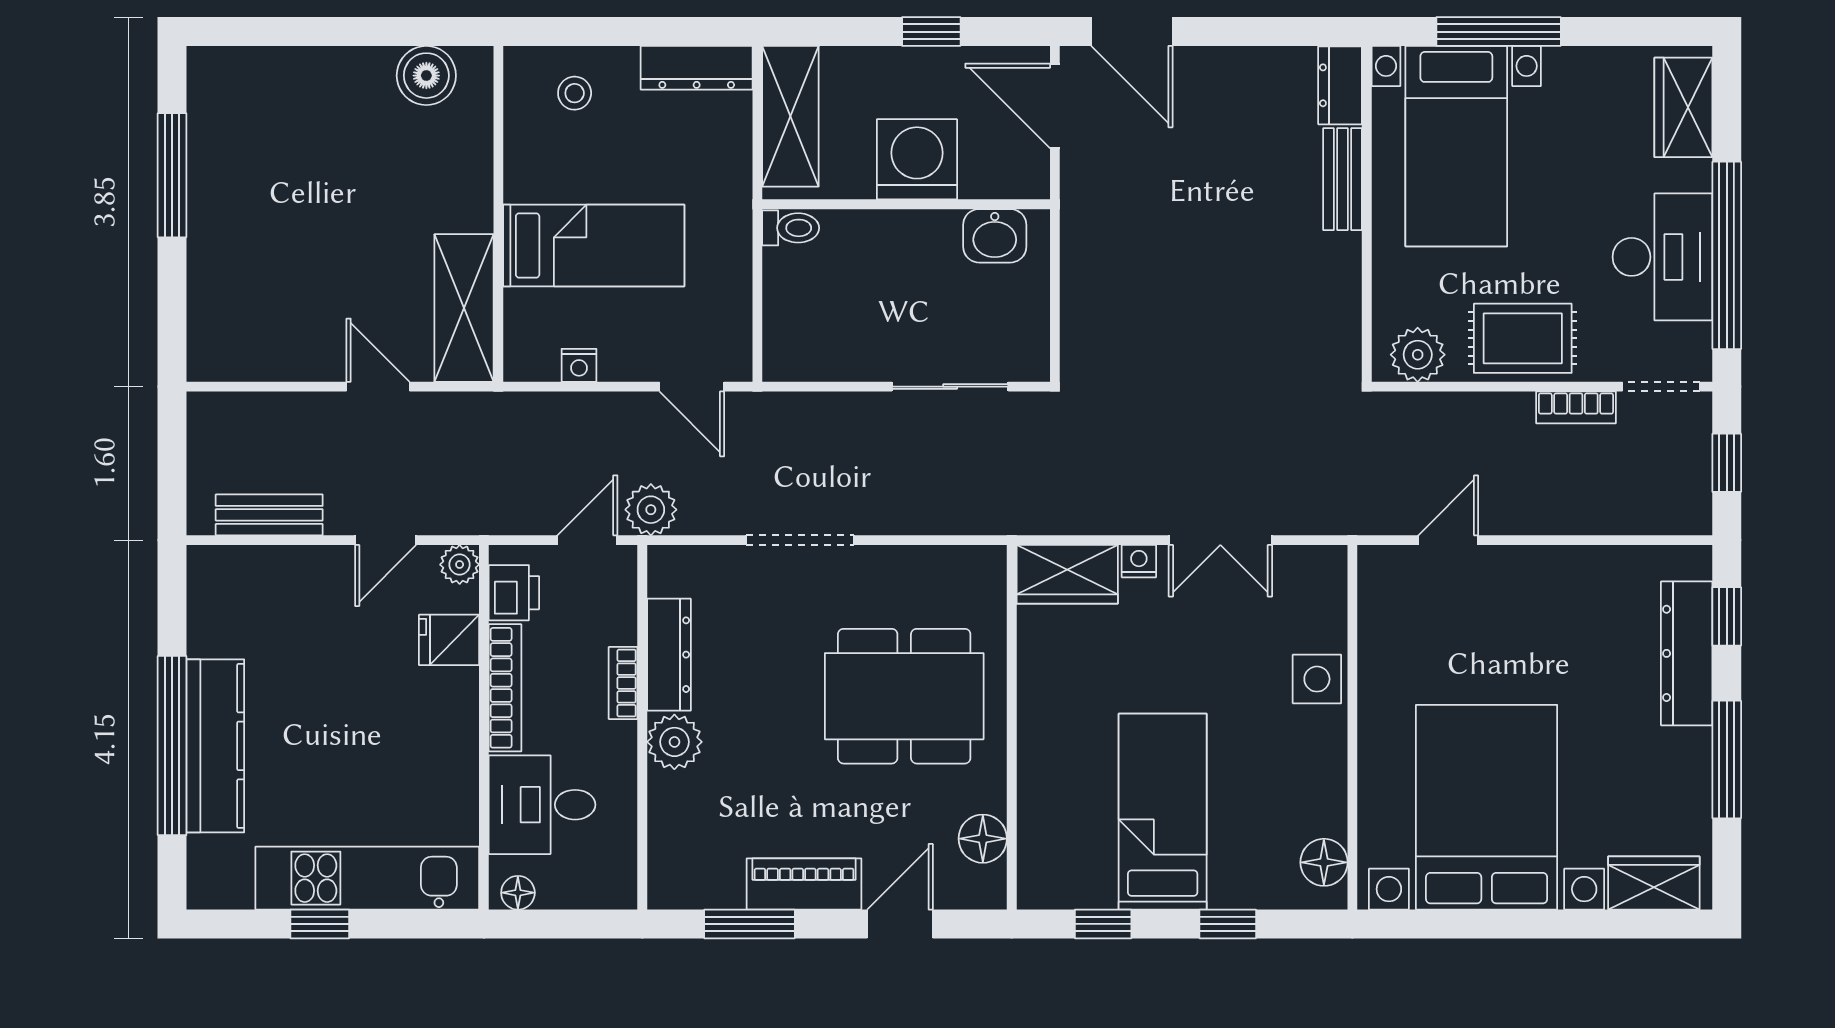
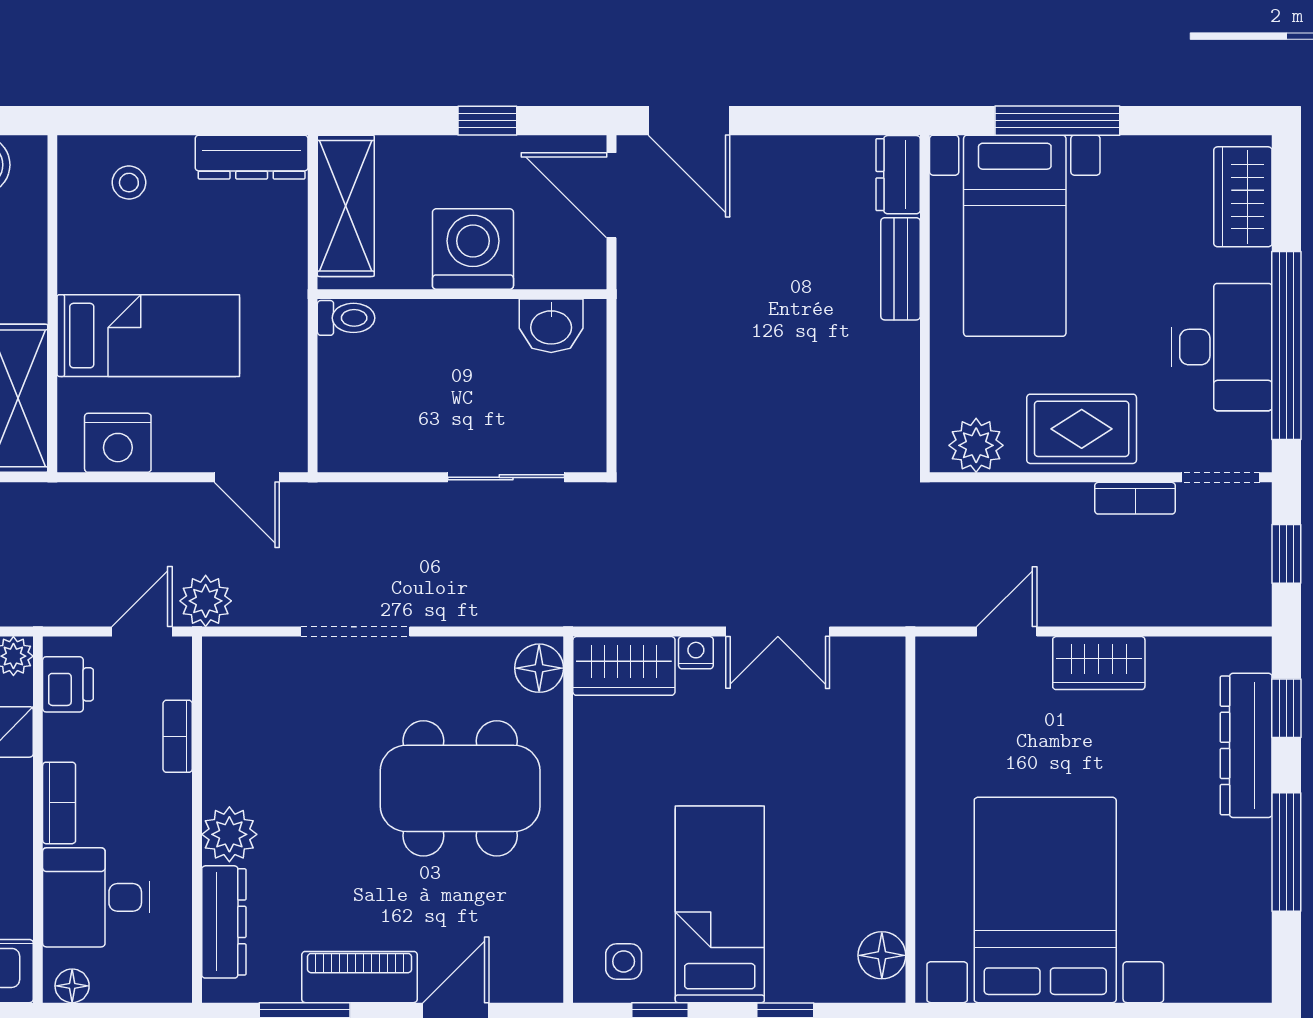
nightstand: (579, 365) -> (118, 443), width x1.89, depth x1.79
dresser: (669, 655) -> (224, 922), moved
side table: (1317, 679) -> (624, 961), moved, width x0.73, depth x0.73
bookcase: (623, 683) -> (178, 736), moved
bookcase: (505, 688) -> (59, 803), width x0.64
floor lamp: (983, 839) -> (539, 668), moved
wardrobe: (1654, 883) -> (1099, 663), moved, turned 180

